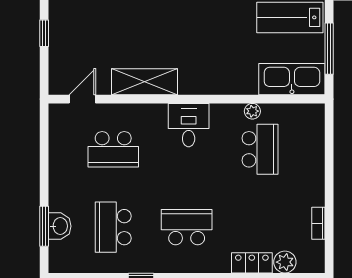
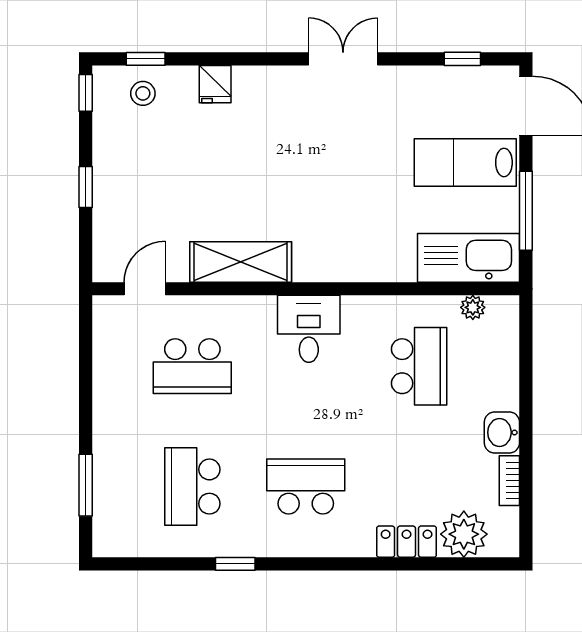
plant: (252, 111) -> (473, 307), moved
washbasin: (60, 226) -> (502, 432), moved, turned 180
plant: (285, 262) -> (464, 534), width x1.36, depth x1.36

